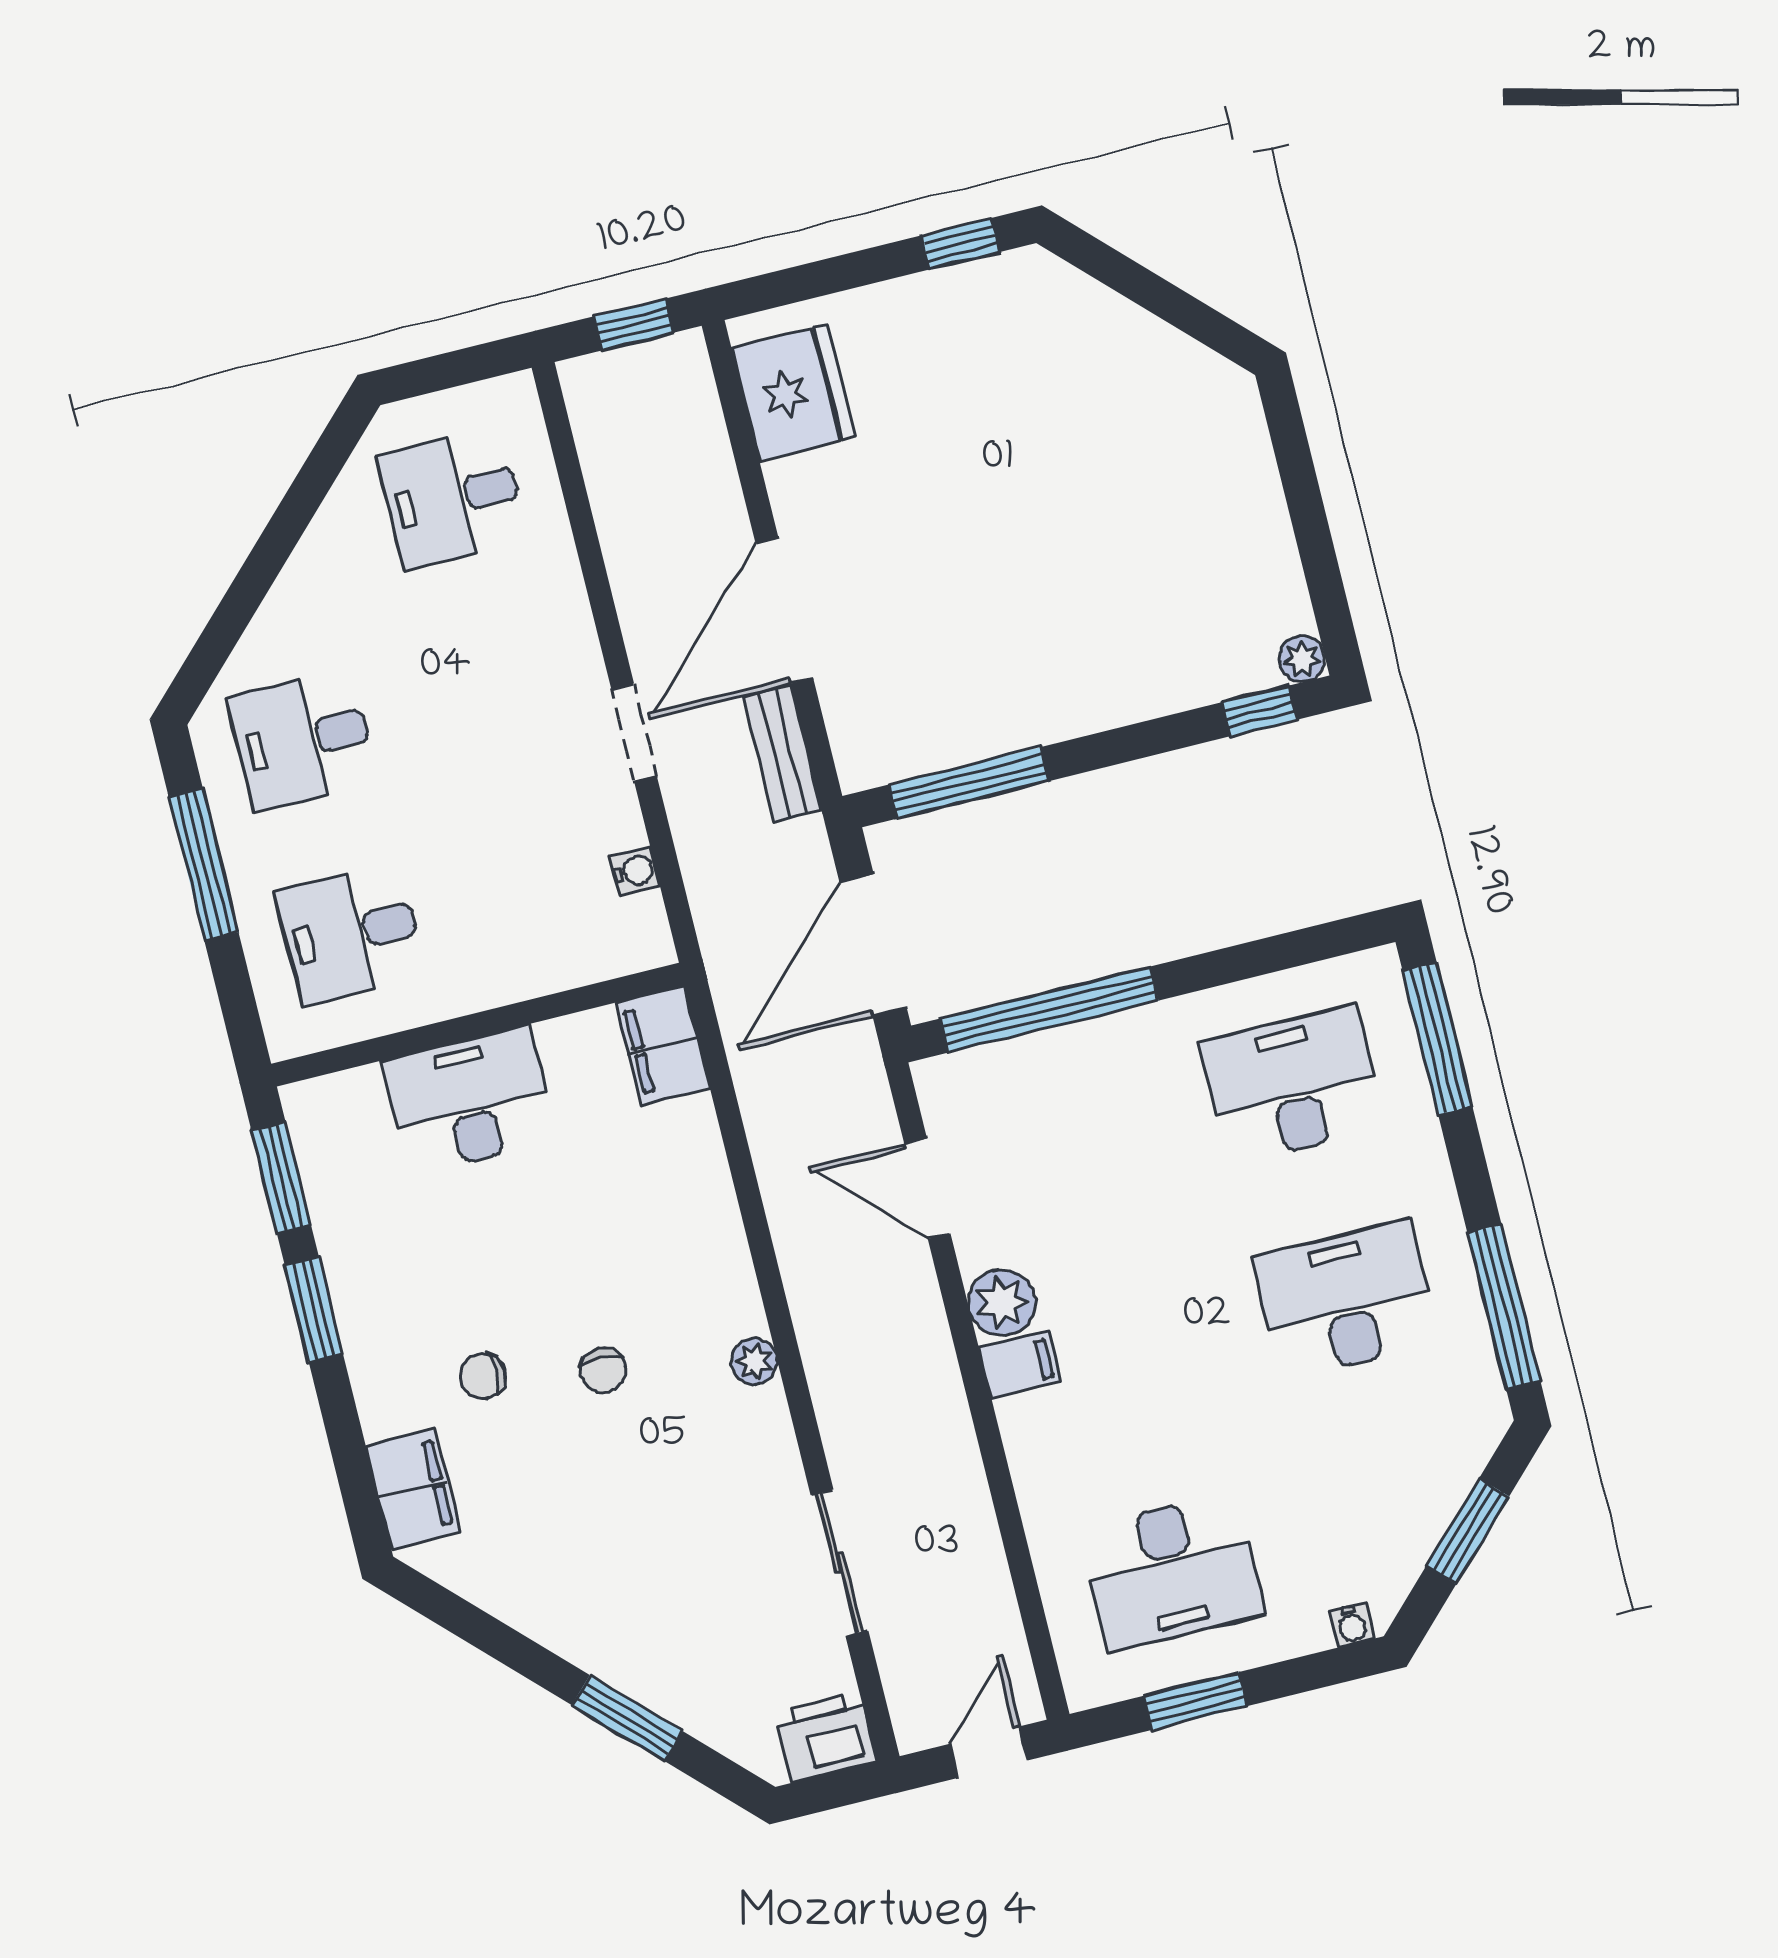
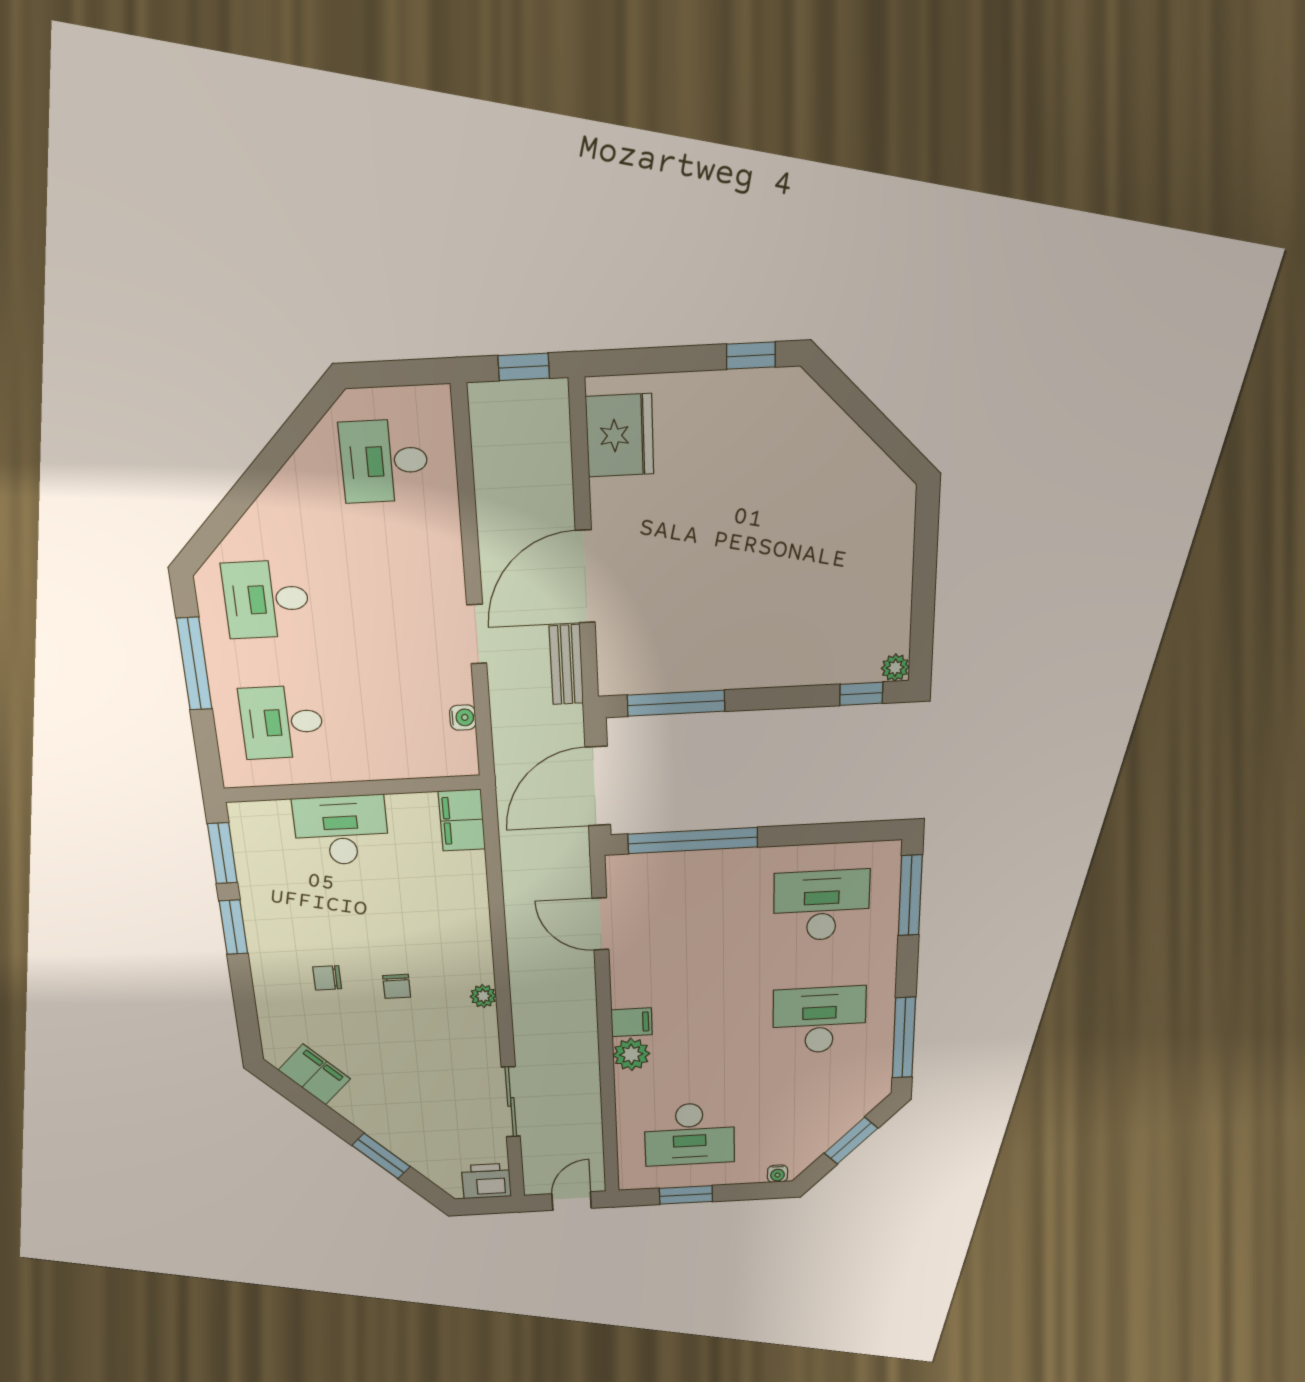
plant: (1002, 1303) -> (631, 1054), moved
filing cabinet: (413, 1489) -> (314, 1074), moved, turned -45

